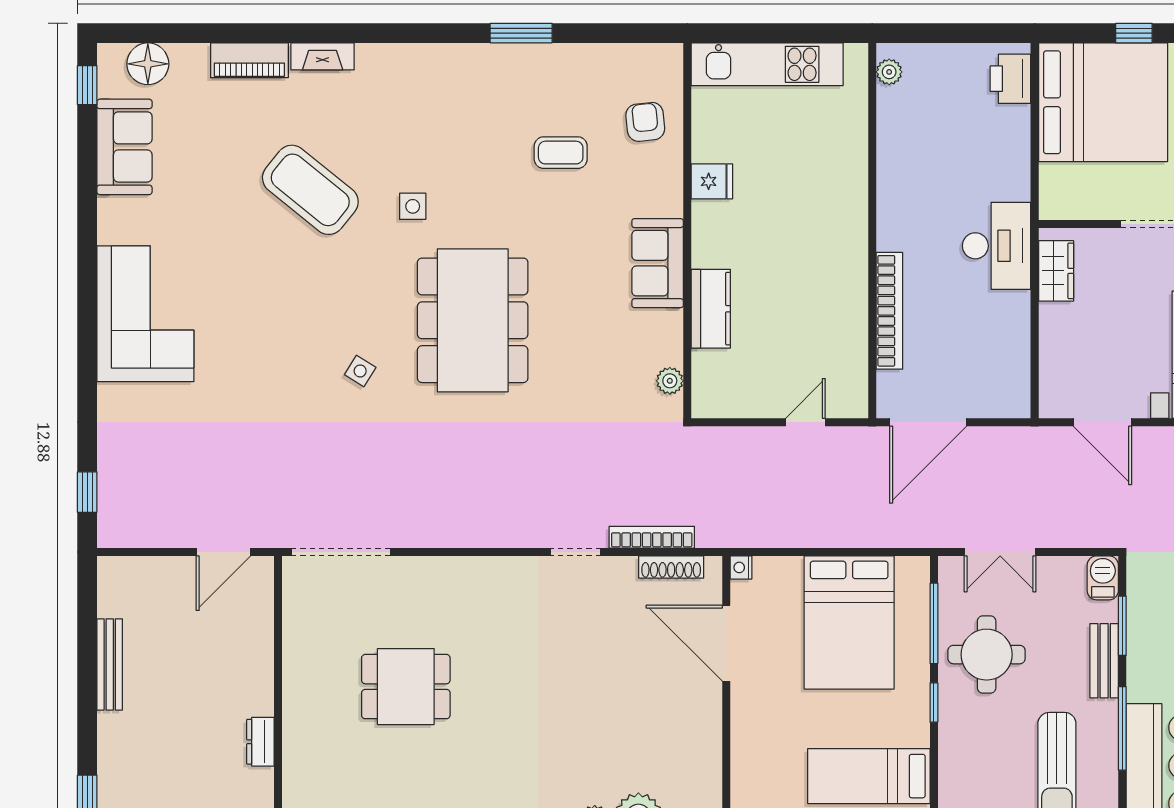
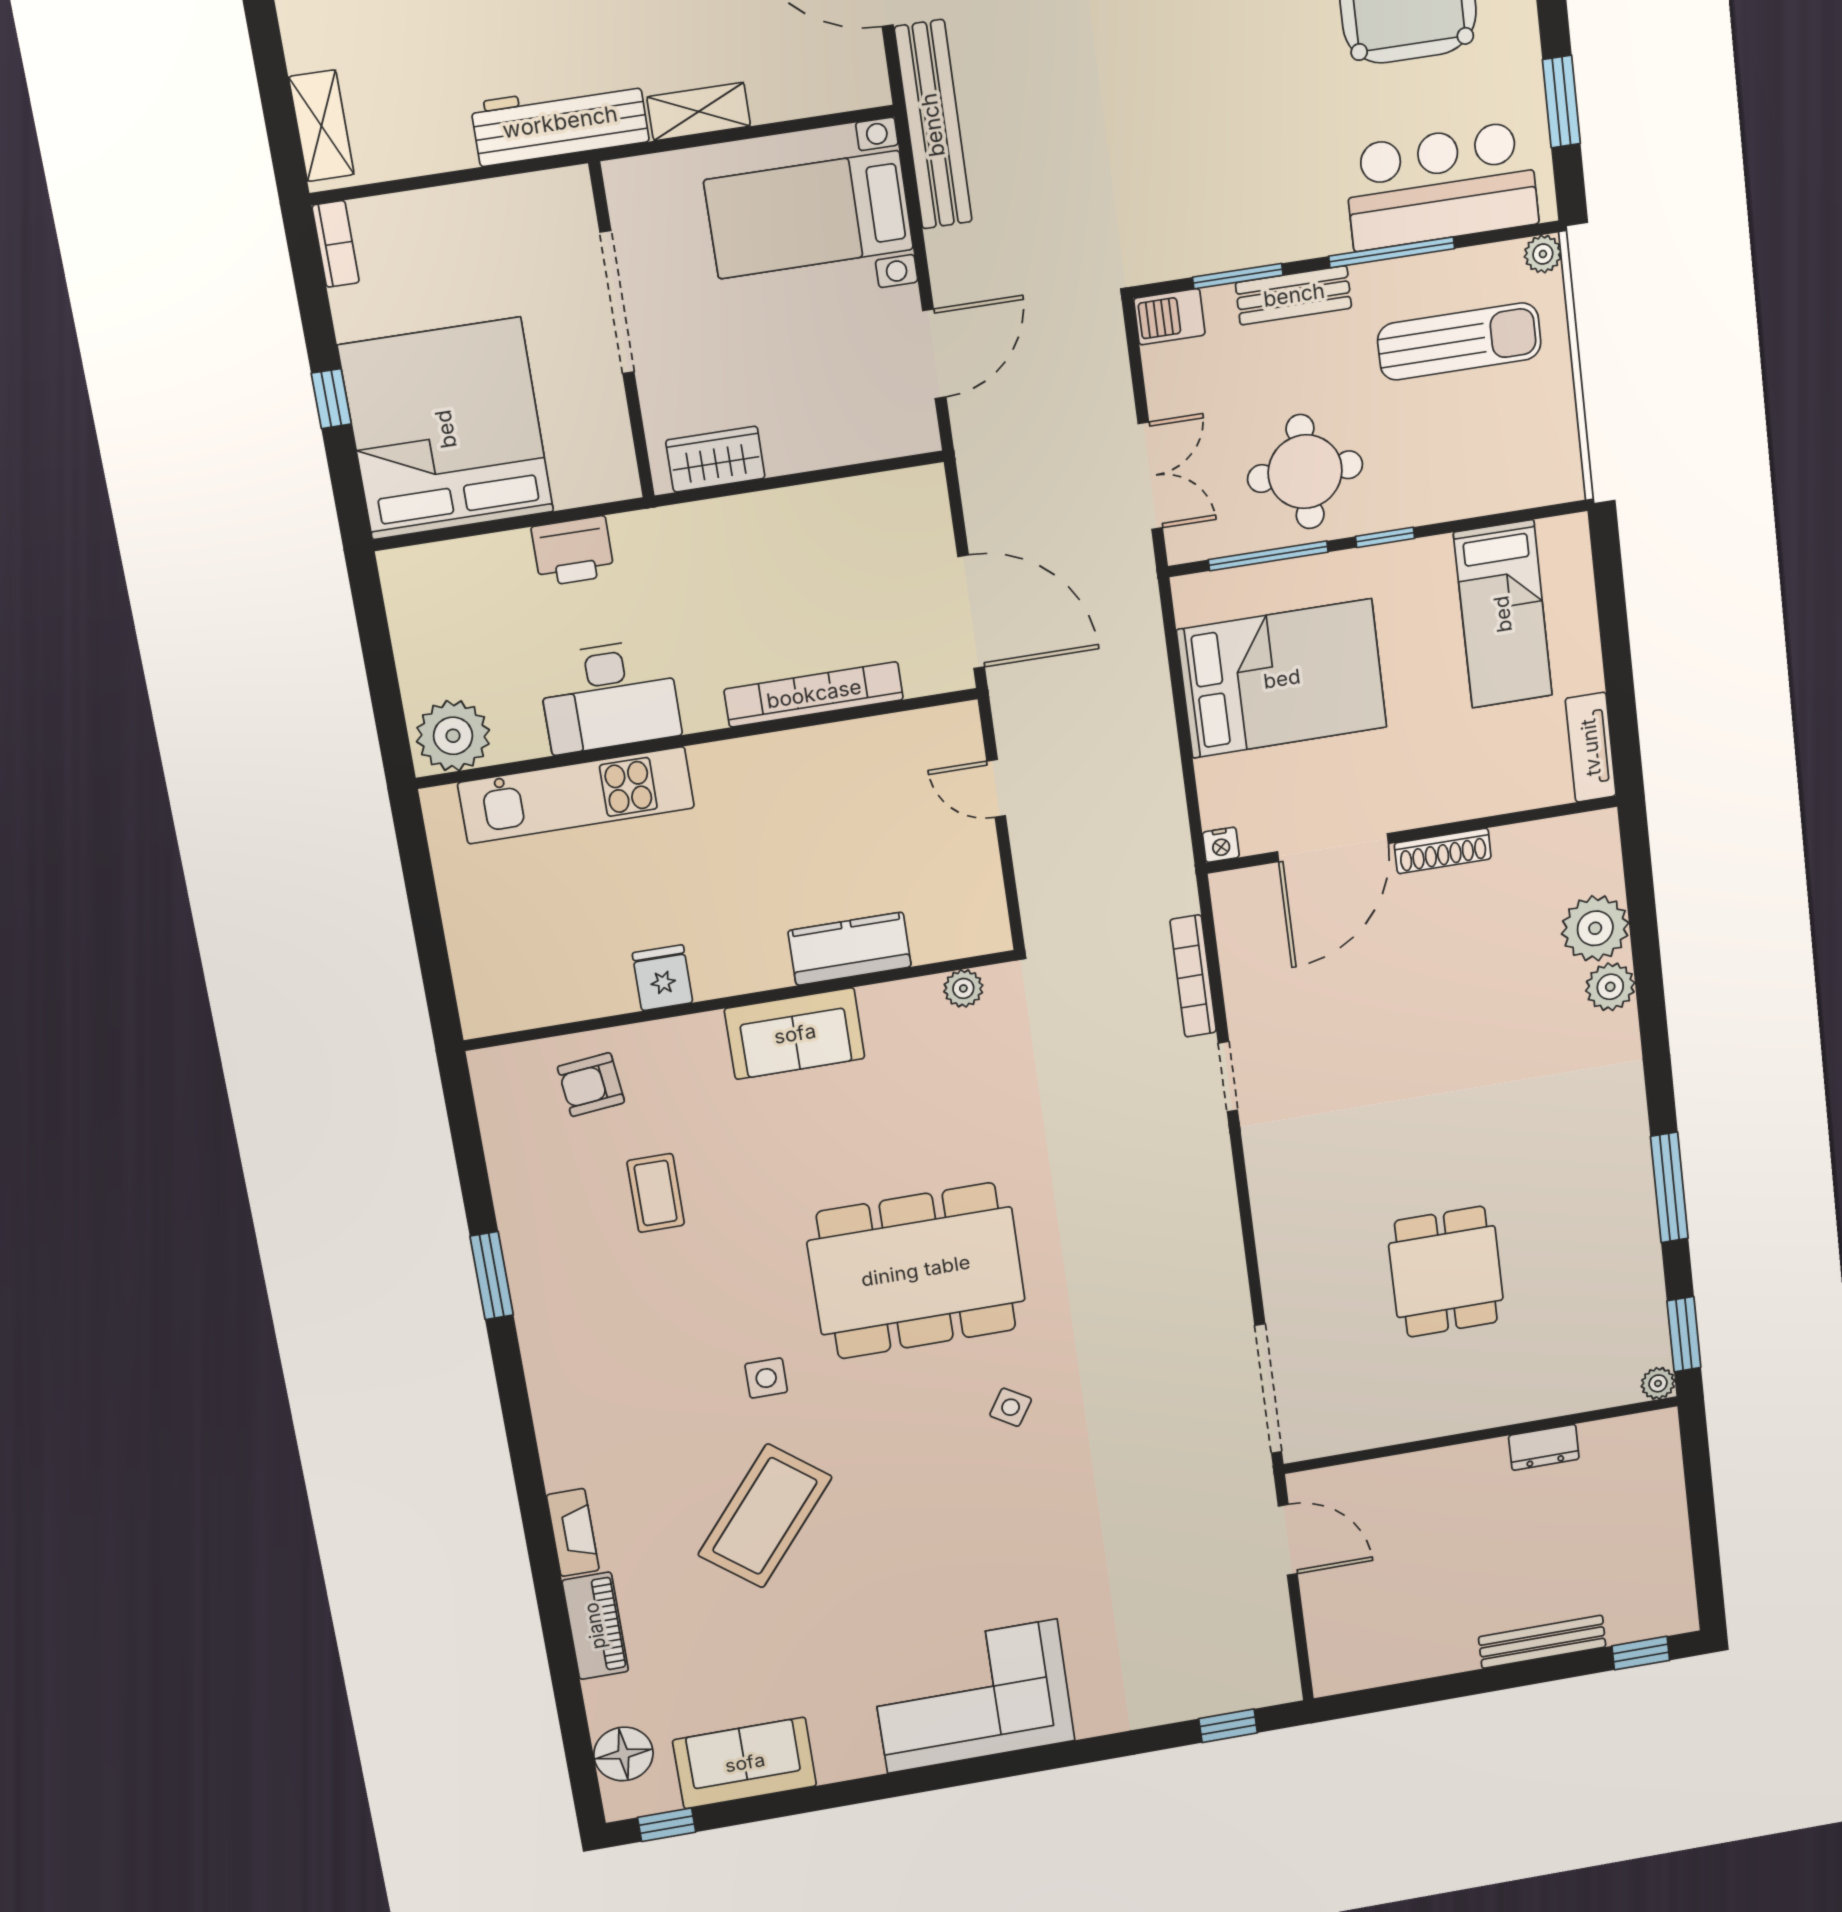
kitchen unit: (767, 64) -> (576, 795), moved, turned 90
plant: (889, 72) -> (453, 736), width x1.87, depth x1.87
printer: (1010, 79) -> (573, 551), moved
desk: (997, 246) -> (609, 696), moved, turned 180
shoe rack: (671, 567) -> (1443, 851), moved, turned 90
bench: (110, 664) -> (1542, 1642), moved

